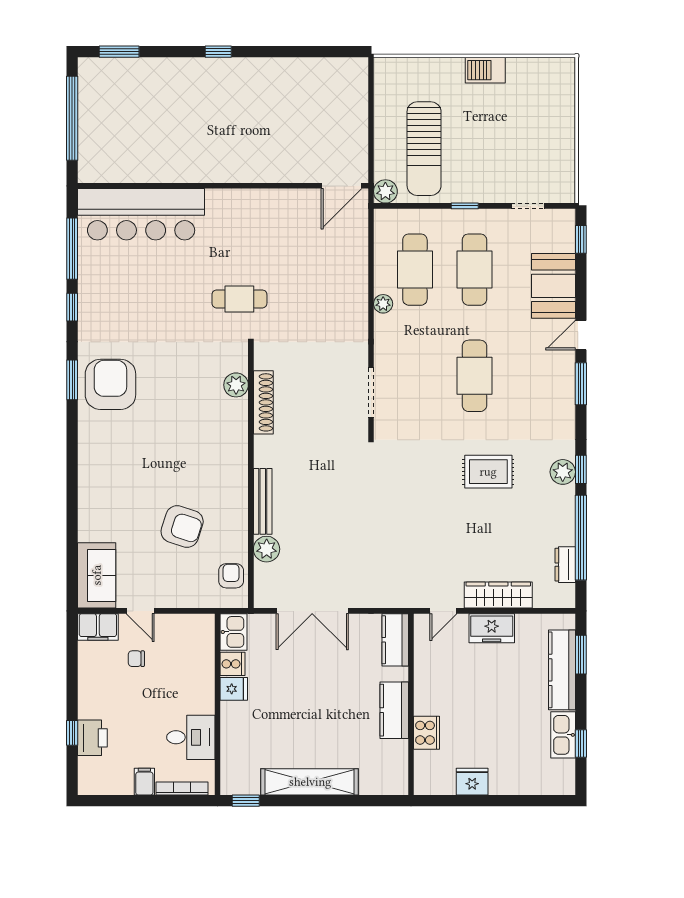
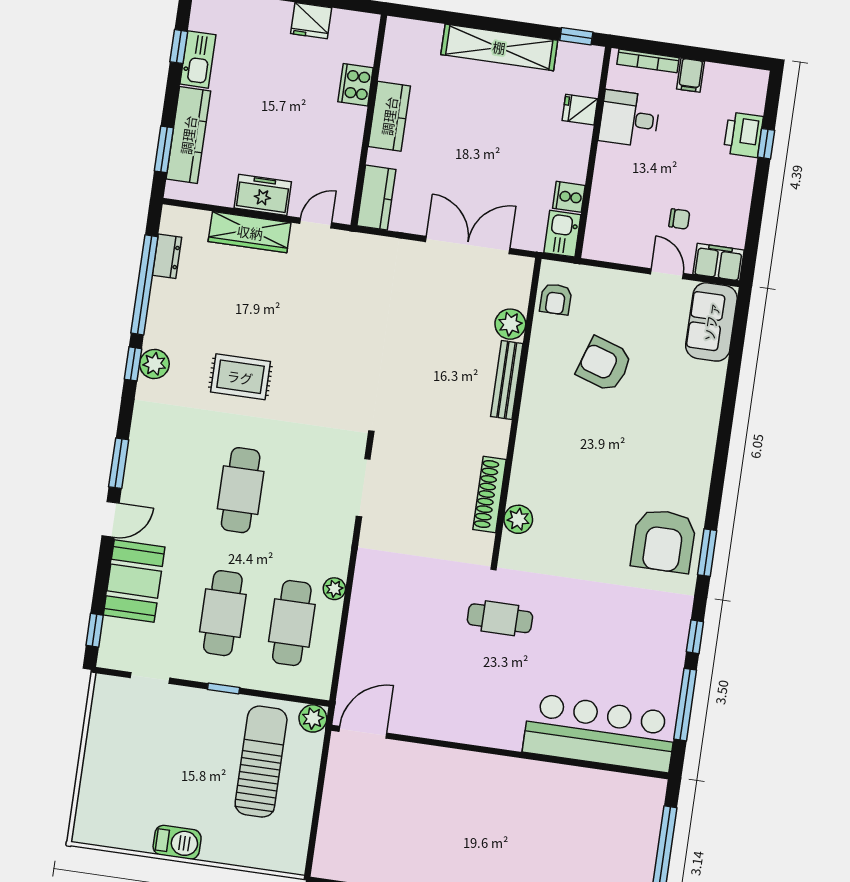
fridge: (234, 689) -> (580, 110), moved

